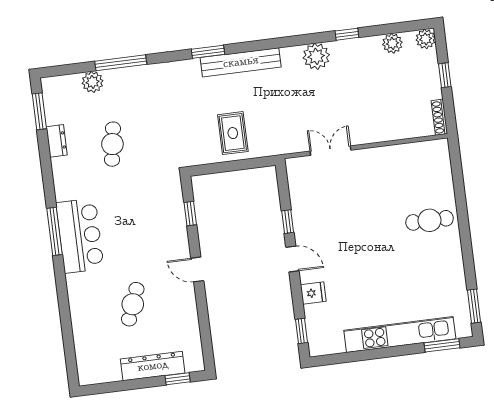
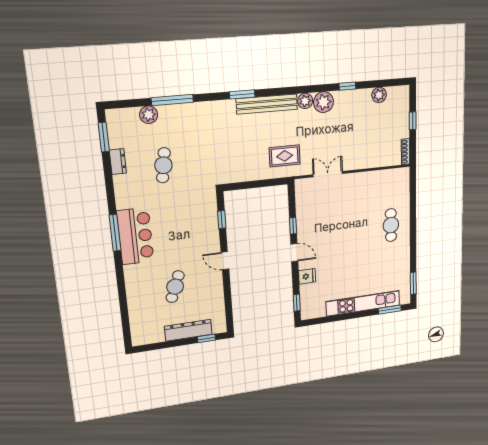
plant: (426, 39) -> (305, 101), moved
rug: (233, 133) -> (285, 156), moved, turned 90
cafe table: (430, 220) -> (391, 225), turned 90

